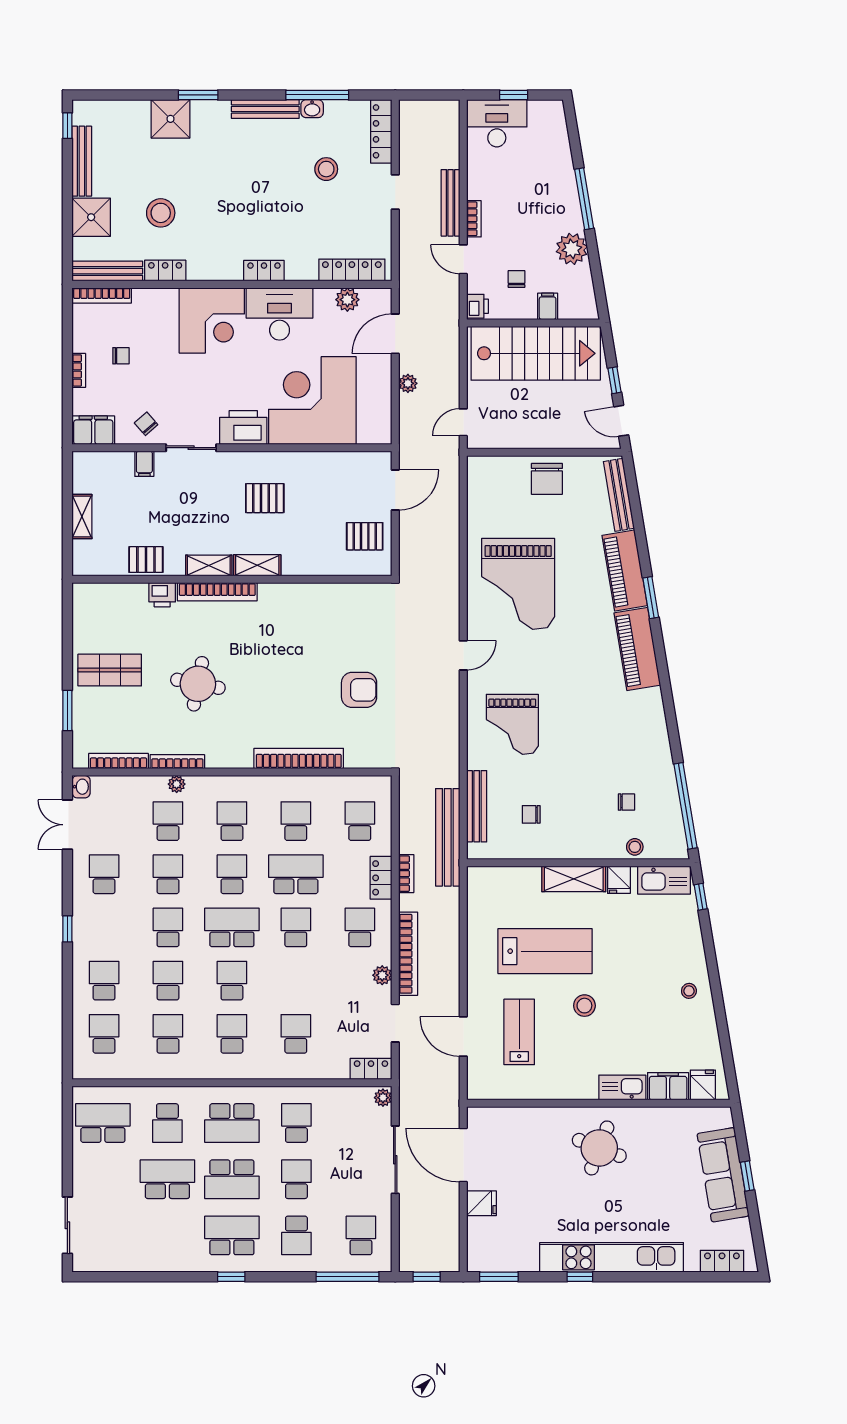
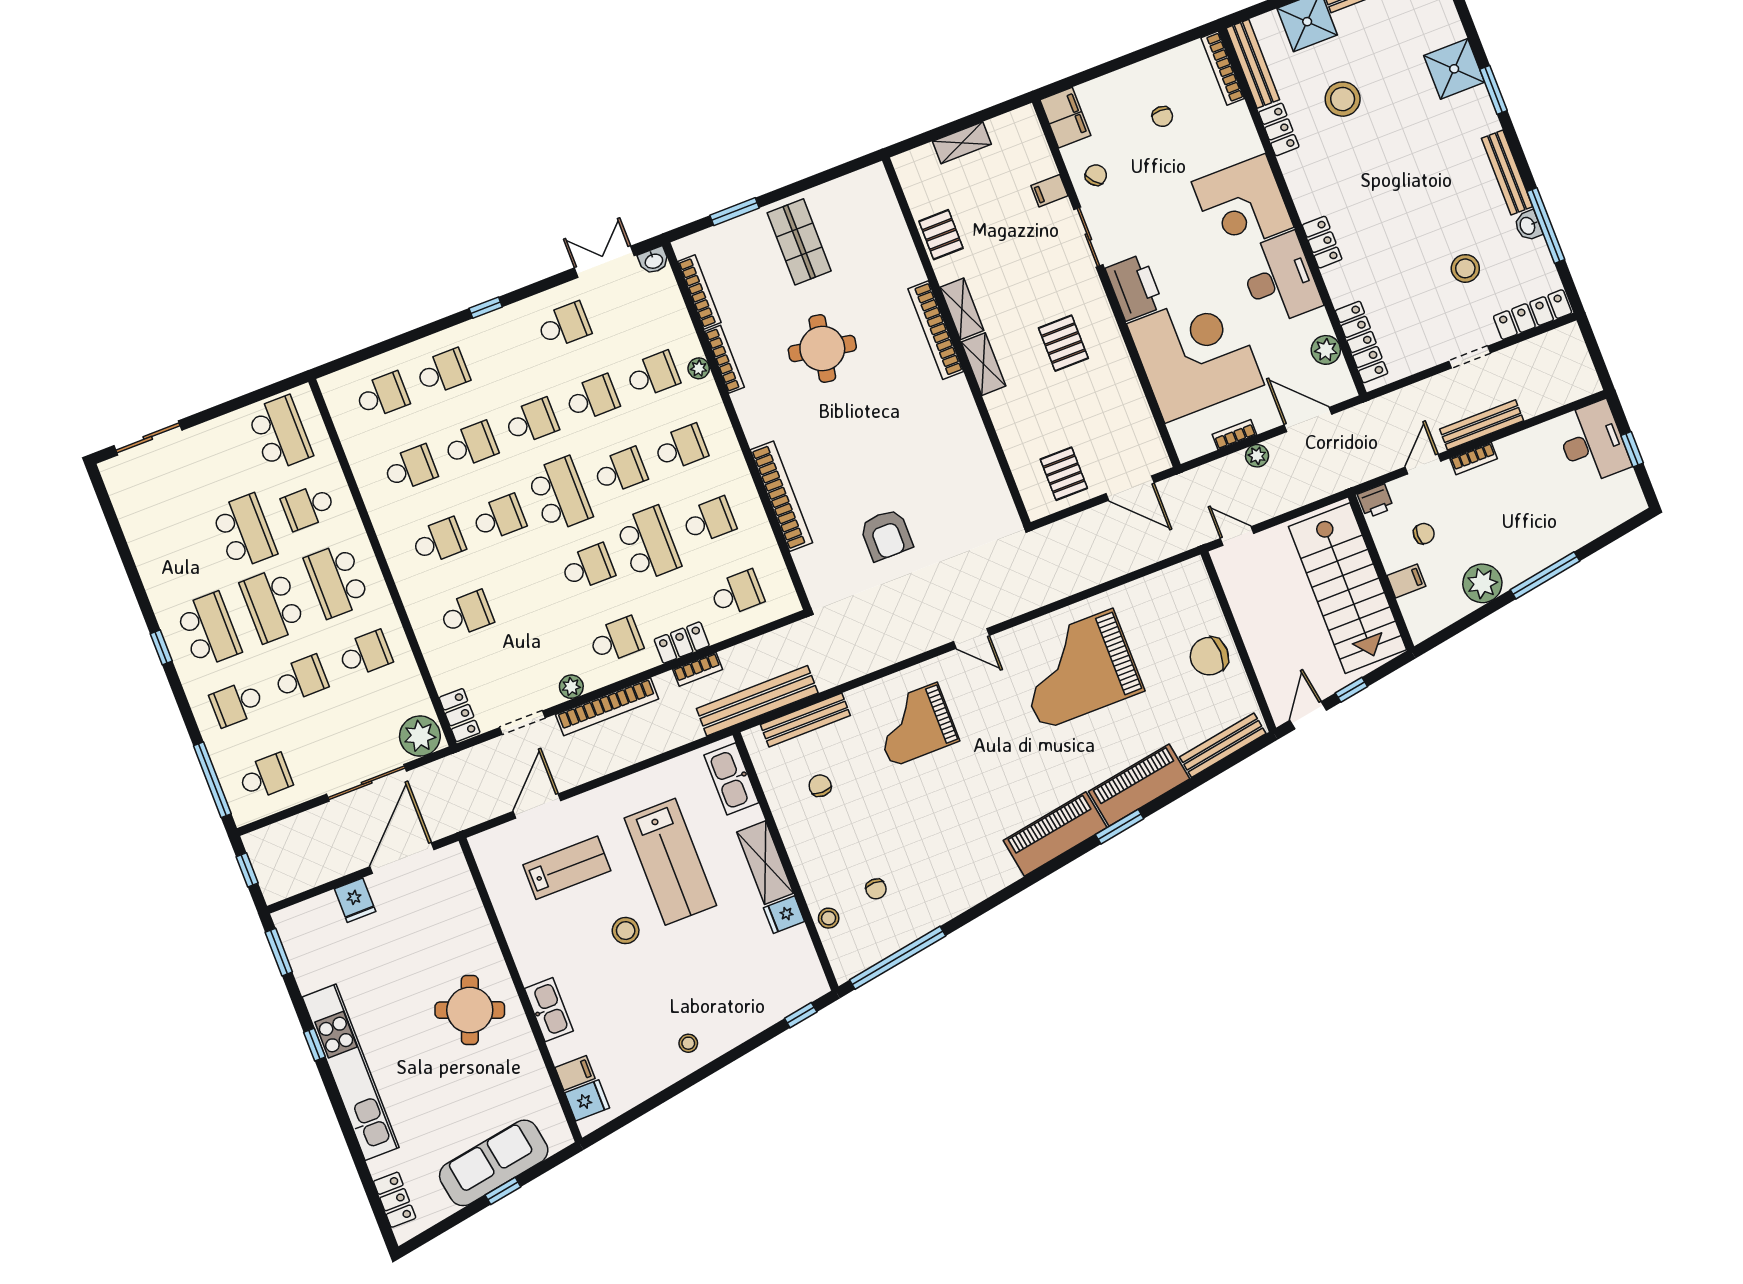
bookcase: (79, 370) -> (1234, 435), moved, turned 180
printer: (162, 595) -> (908, 269), removed
kitchen sink: (664, 880) -> (731, 779), moved
filing cabinet: (668, 1086) -> (575, 1073), width x0.50
plant: (383, 1098) -> (420, 736), width x1.88, depth x1.88

